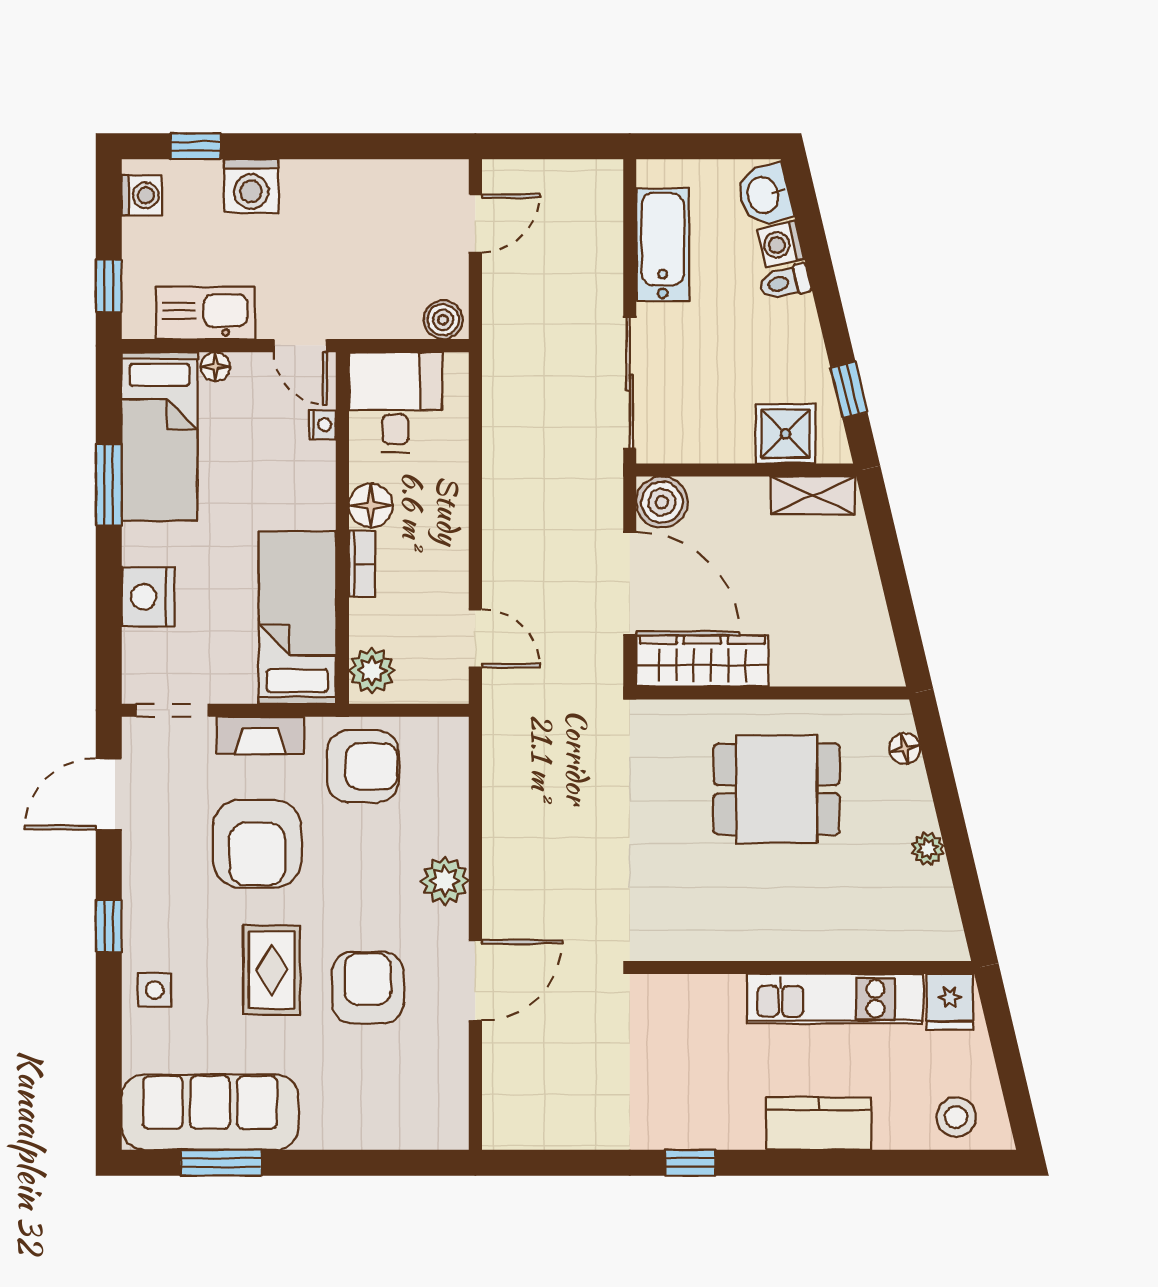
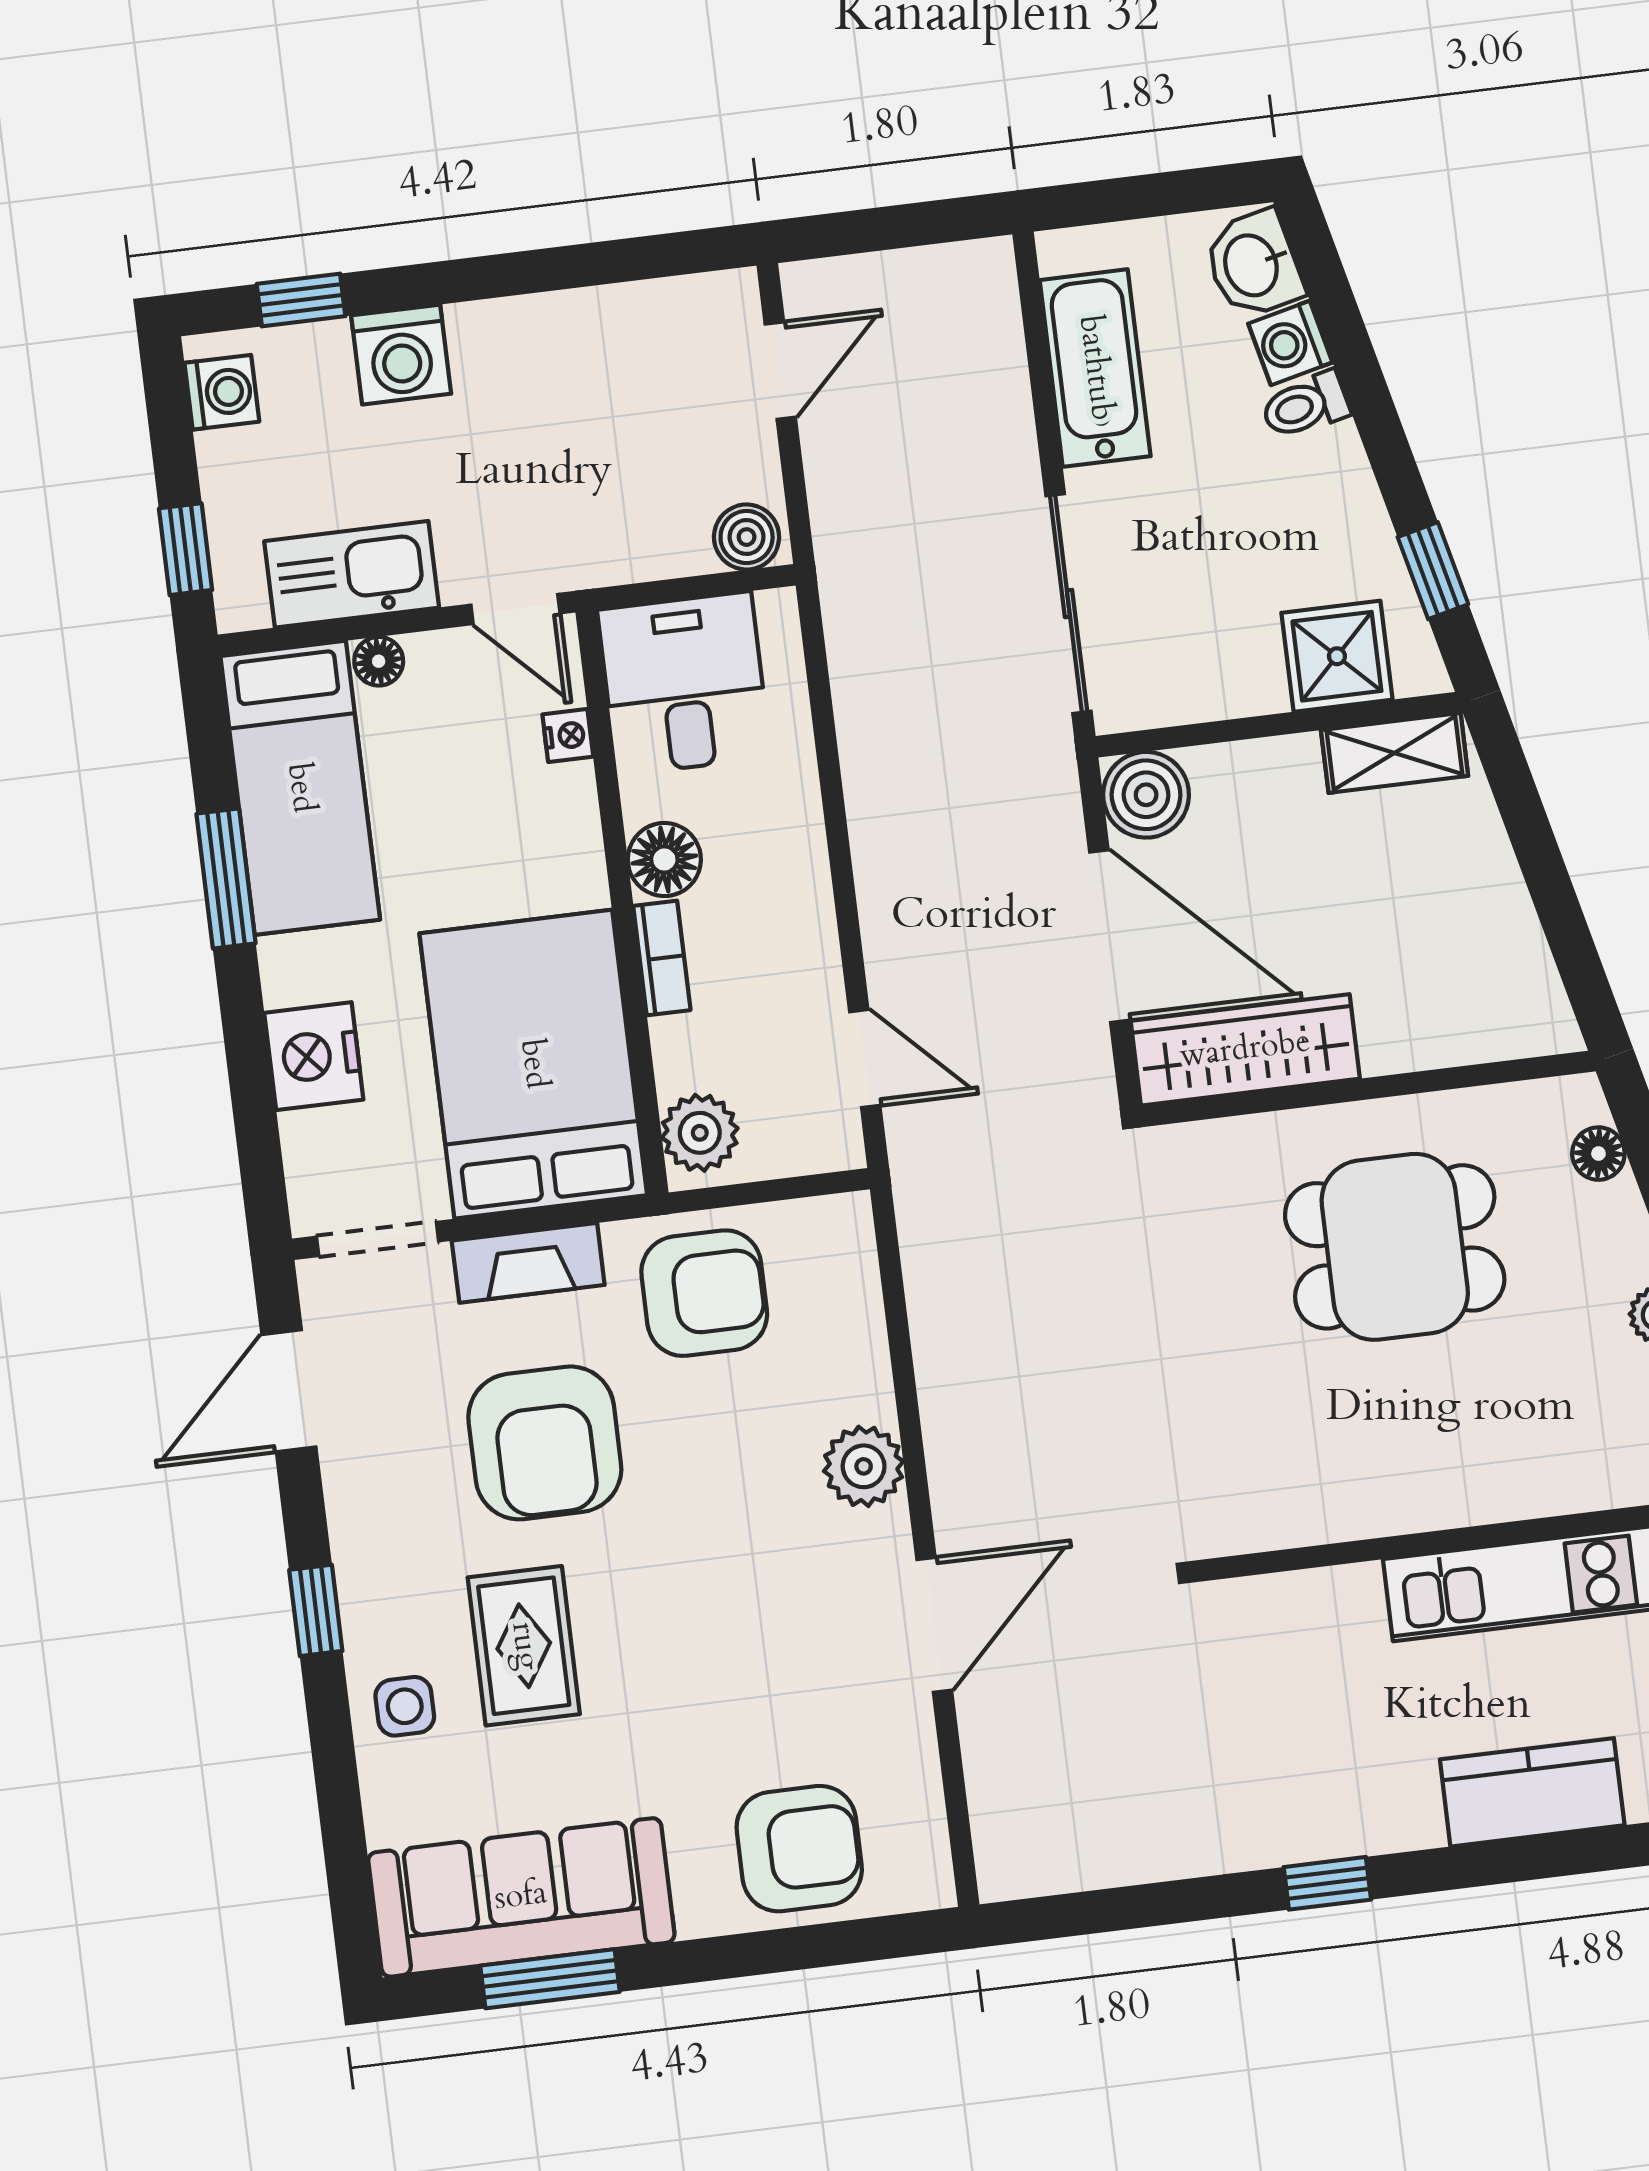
bed: (297, 618) -> (533, 1064), width x1.50
rug: (272, 970) -> (524, 1646), moved
armchair: (368, 988) -> (799, 1849), moved, turned 90

